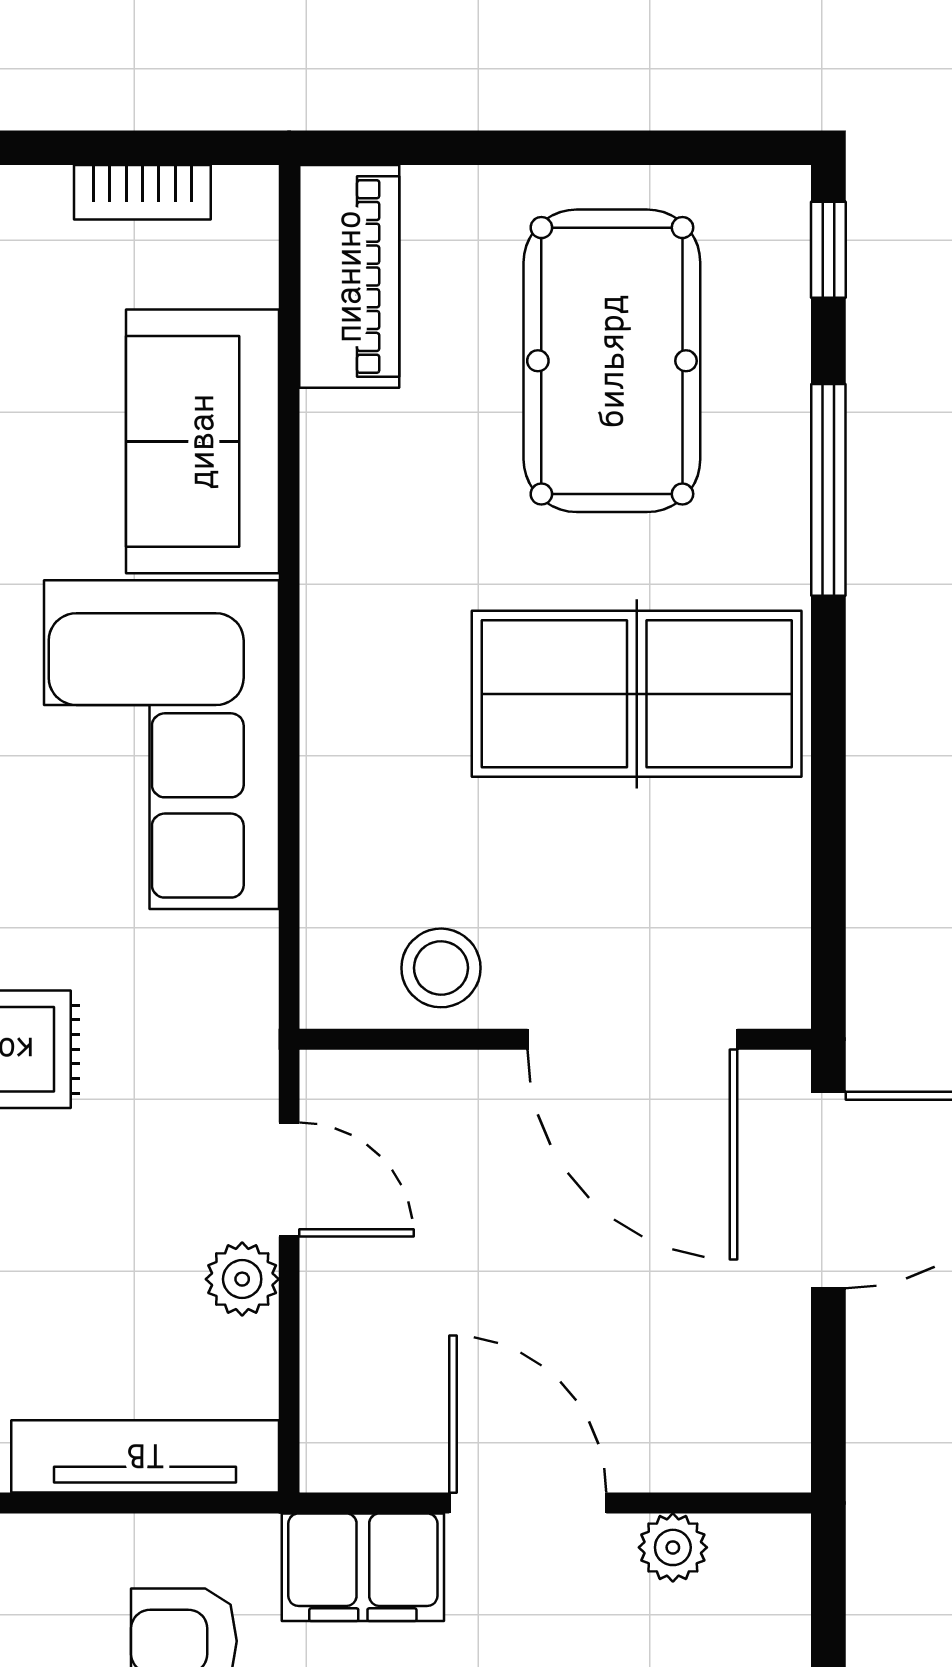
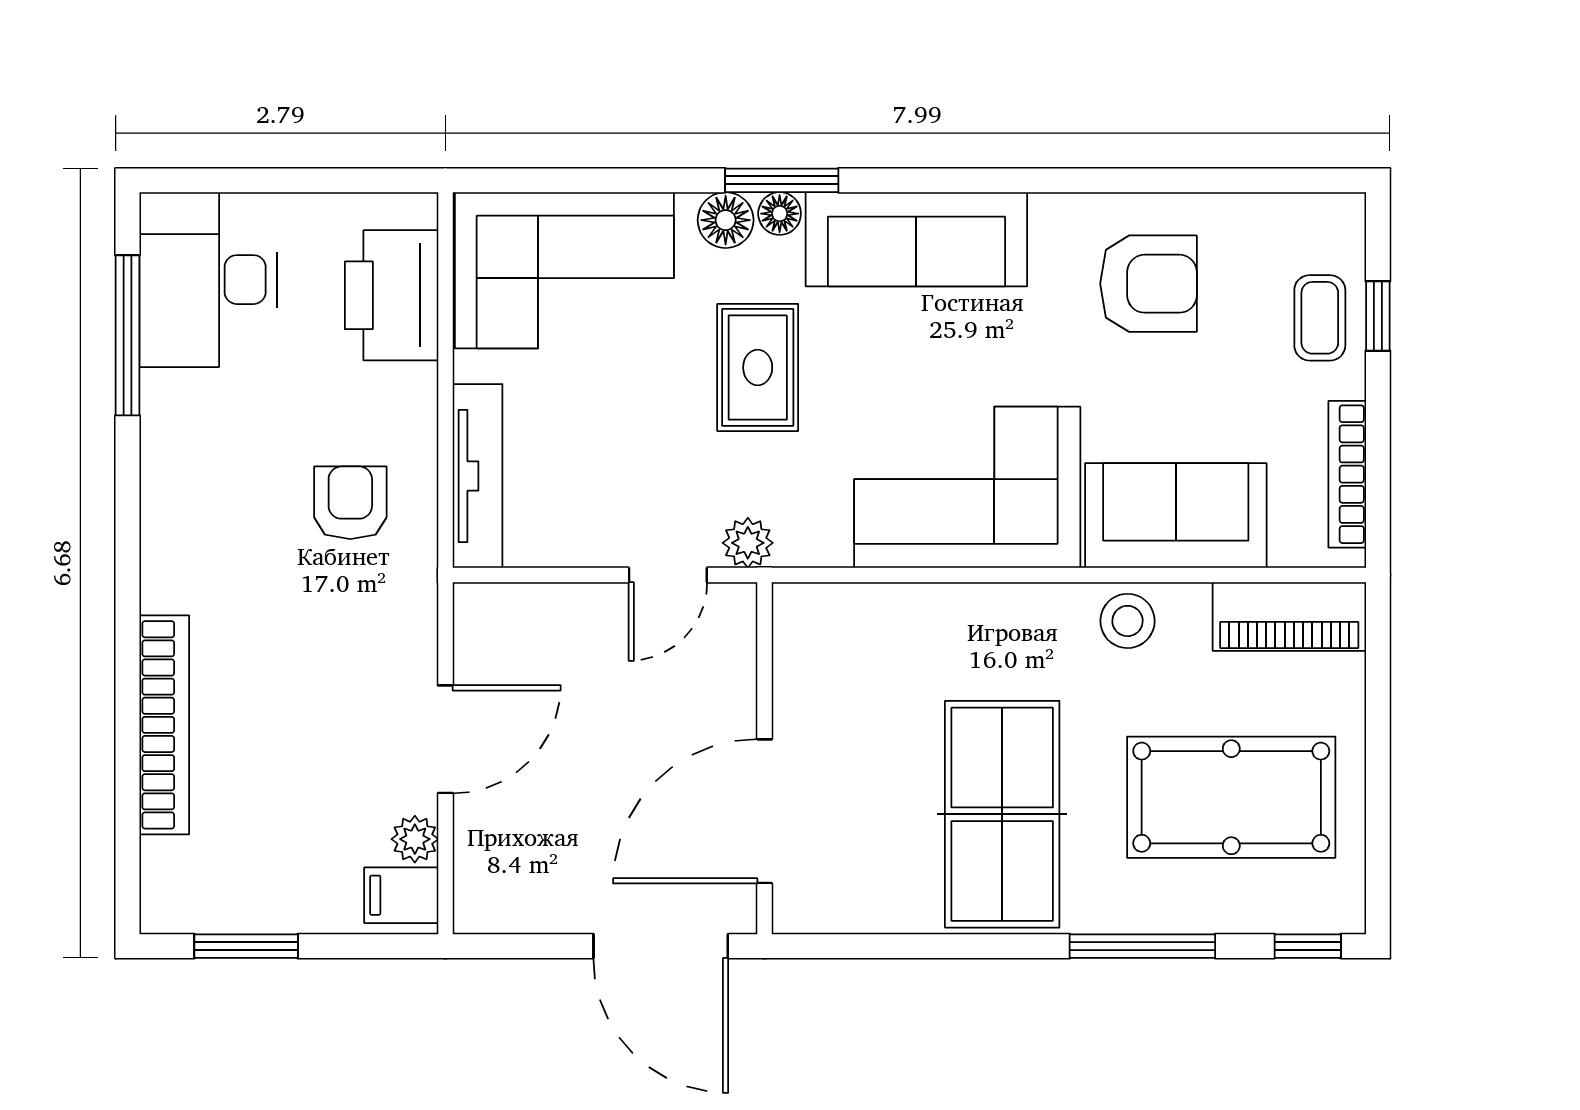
bookcase: (142, 192) -> (1347, 474), width x1.56
stool: (441, 968) -> (1128, 621), moved
plant: (242, 1279) -> (748, 543), moved
filing cabinet: (363, 1567) -> (401, 895), moved, width x0.50

